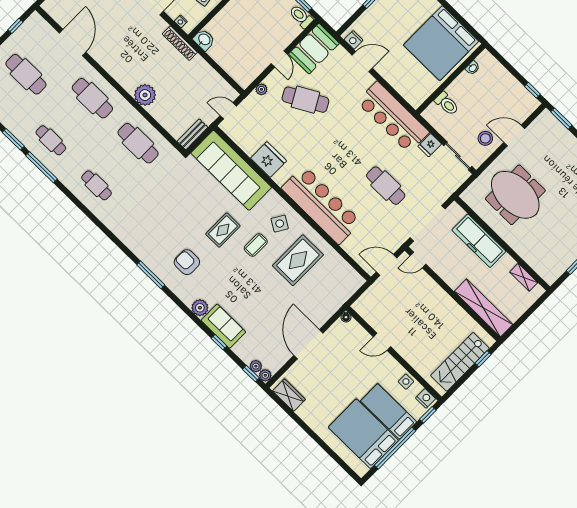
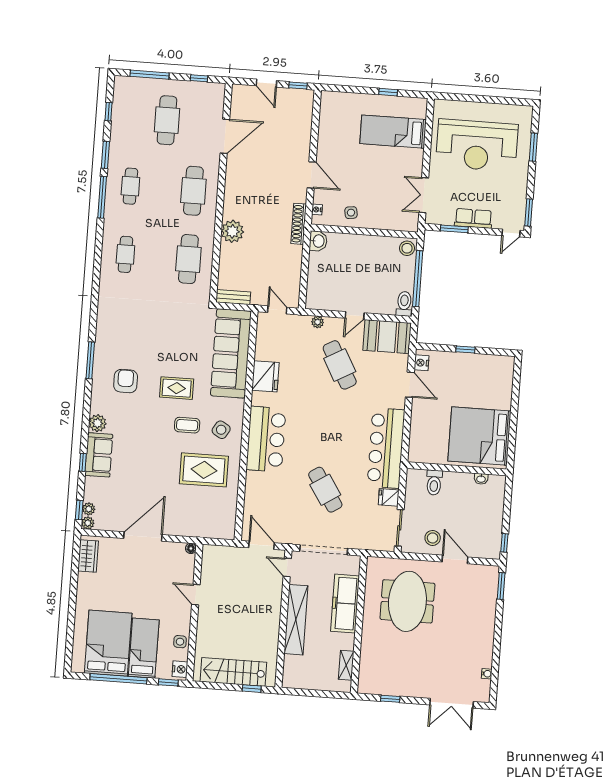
cafe table: (386, 186) -> (325, 490), turned -33
bar counter: (321, 205) -> (266, 439), width x0.73
shelving: (483, 308) -> (296, 620), moved

